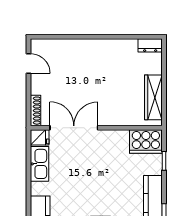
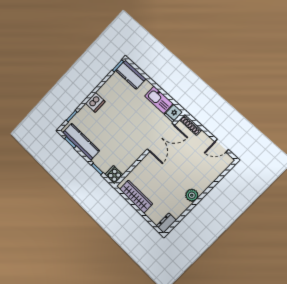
plant: (101, 47) -> (192, 195), added
cooker: (146, 141) -> (114, 175), width x0.53, depth x0.76

